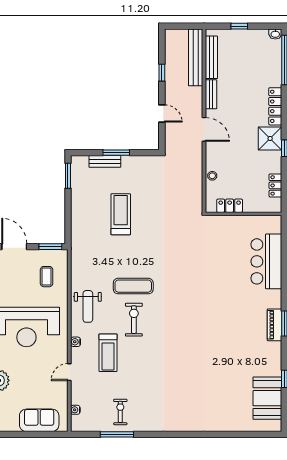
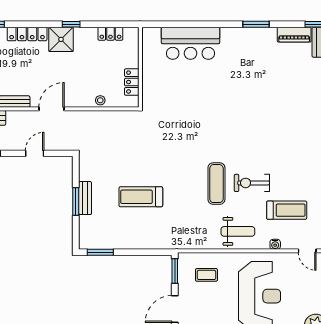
bench: (105, 161) -> (85, 198), moved
piano: (275, 325) -> (294, 35), moved

